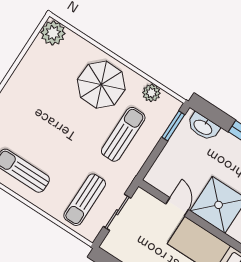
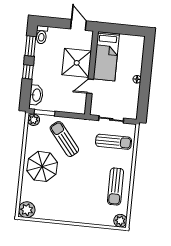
plant: (151, 93) -> (34, 120), moved
sun lounger: (123, 134) -> (64, 139), turned 51

